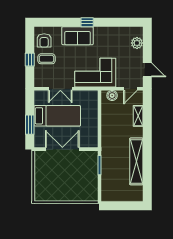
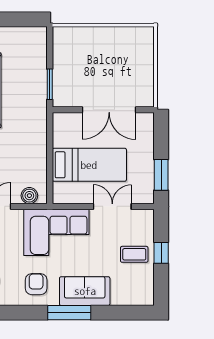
window: (87, 22) -> (69, 313), width x2.17
armchair: (44, 40) -> (36, 284), moved
bed: (57, 116) -> (89, 165), moved, turned 180
window: (30, 125) -> (161, 175), moved

